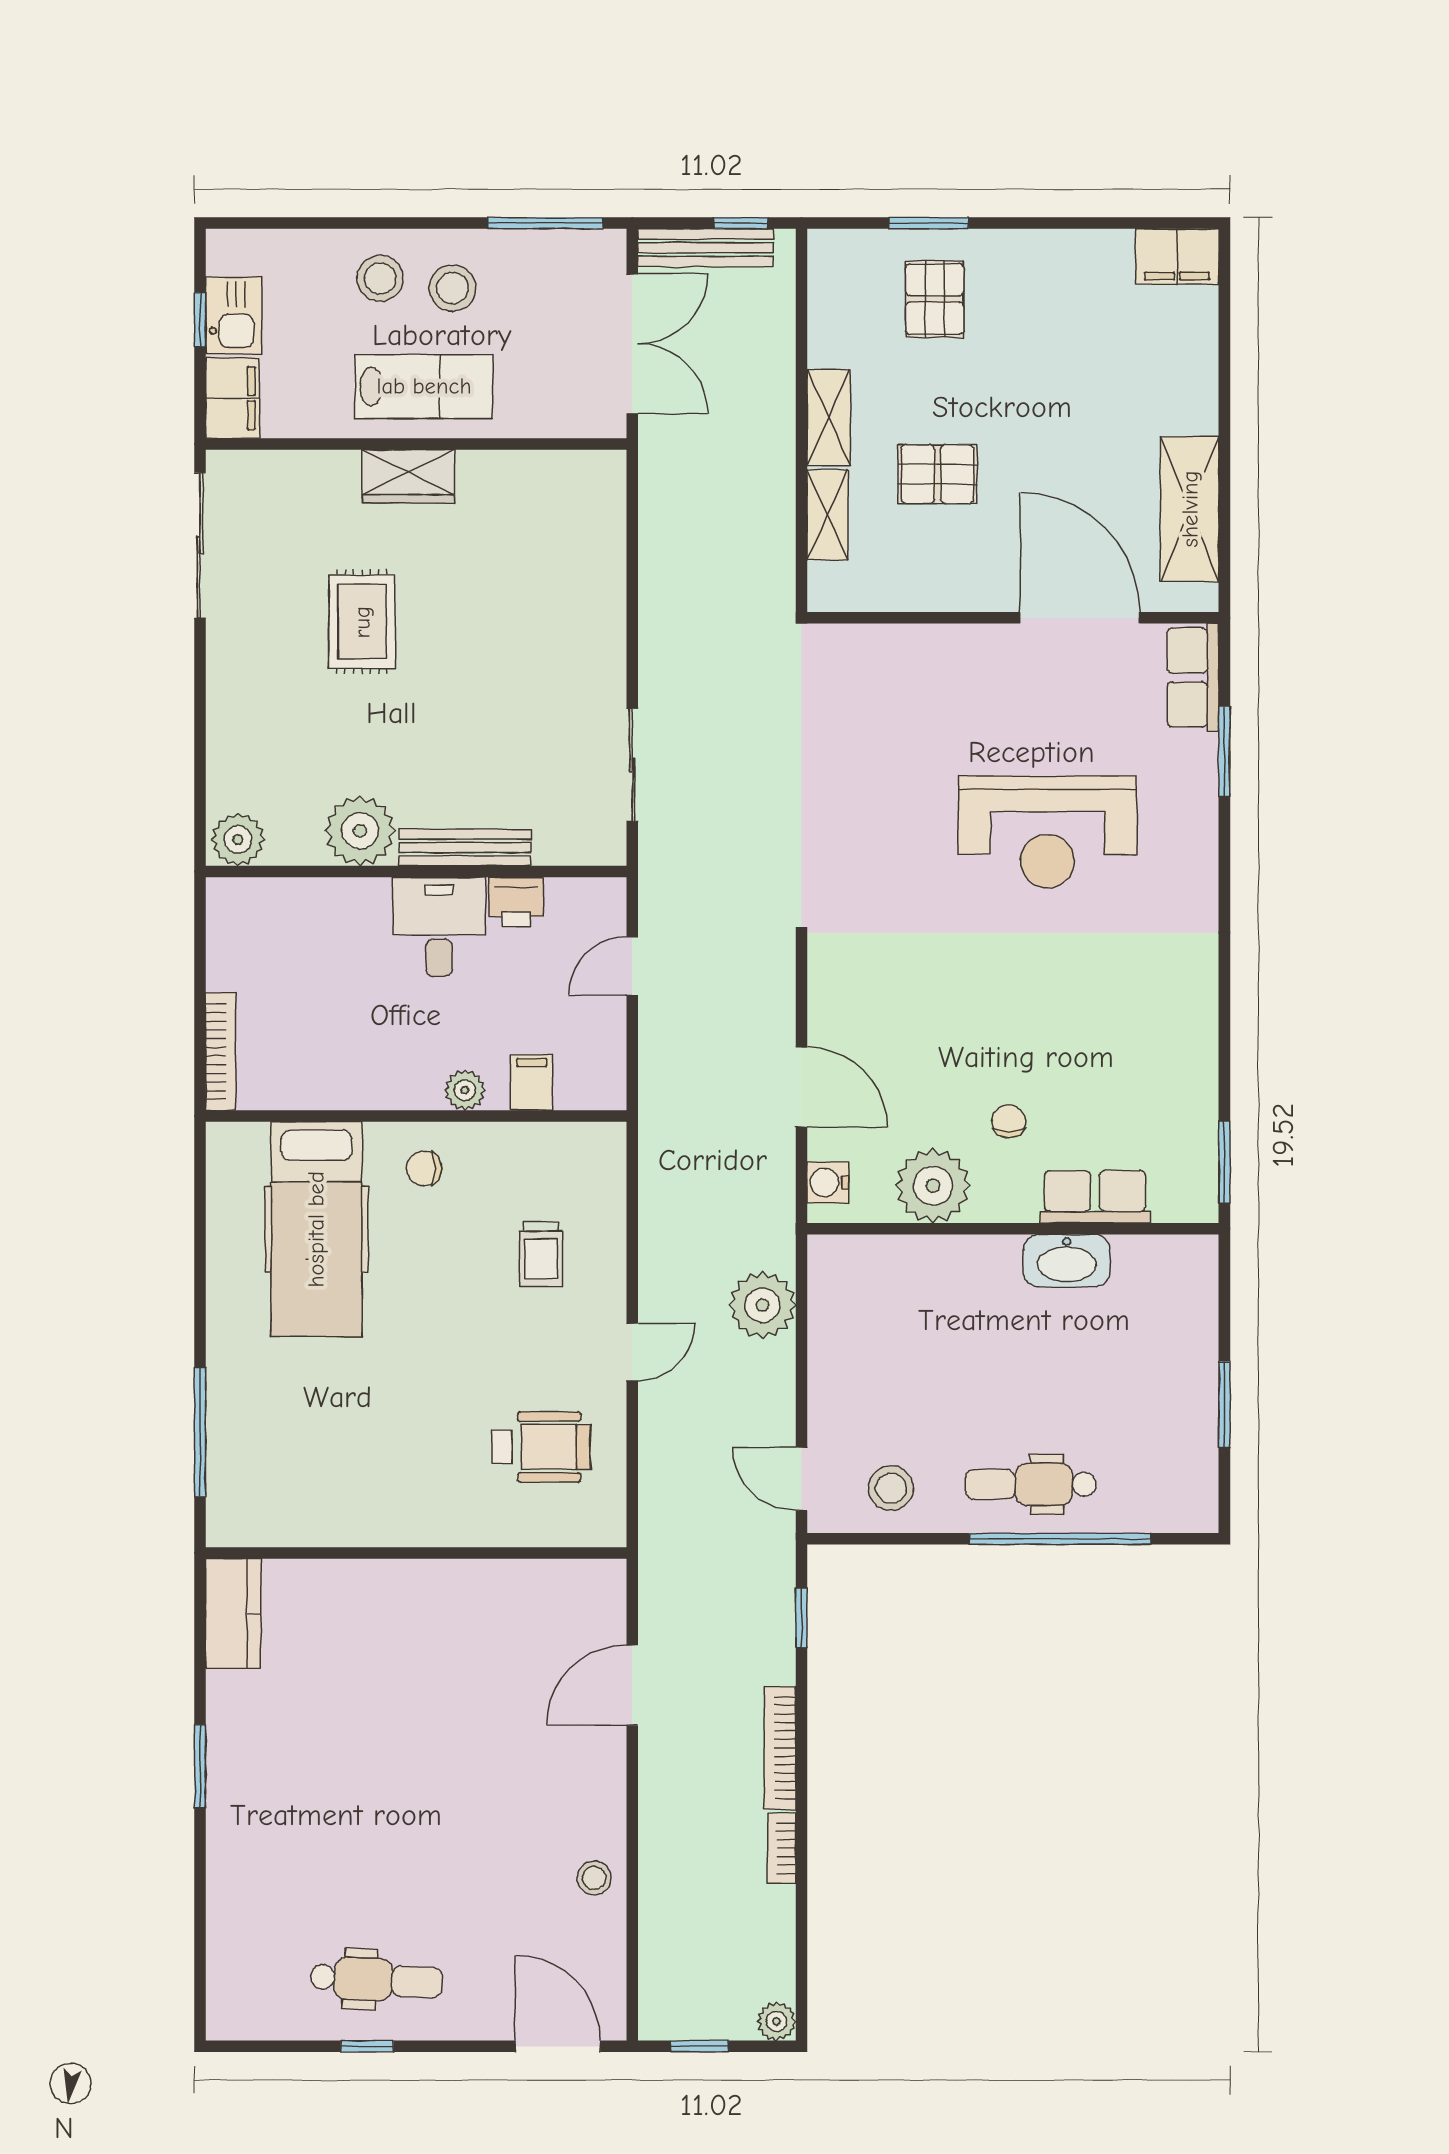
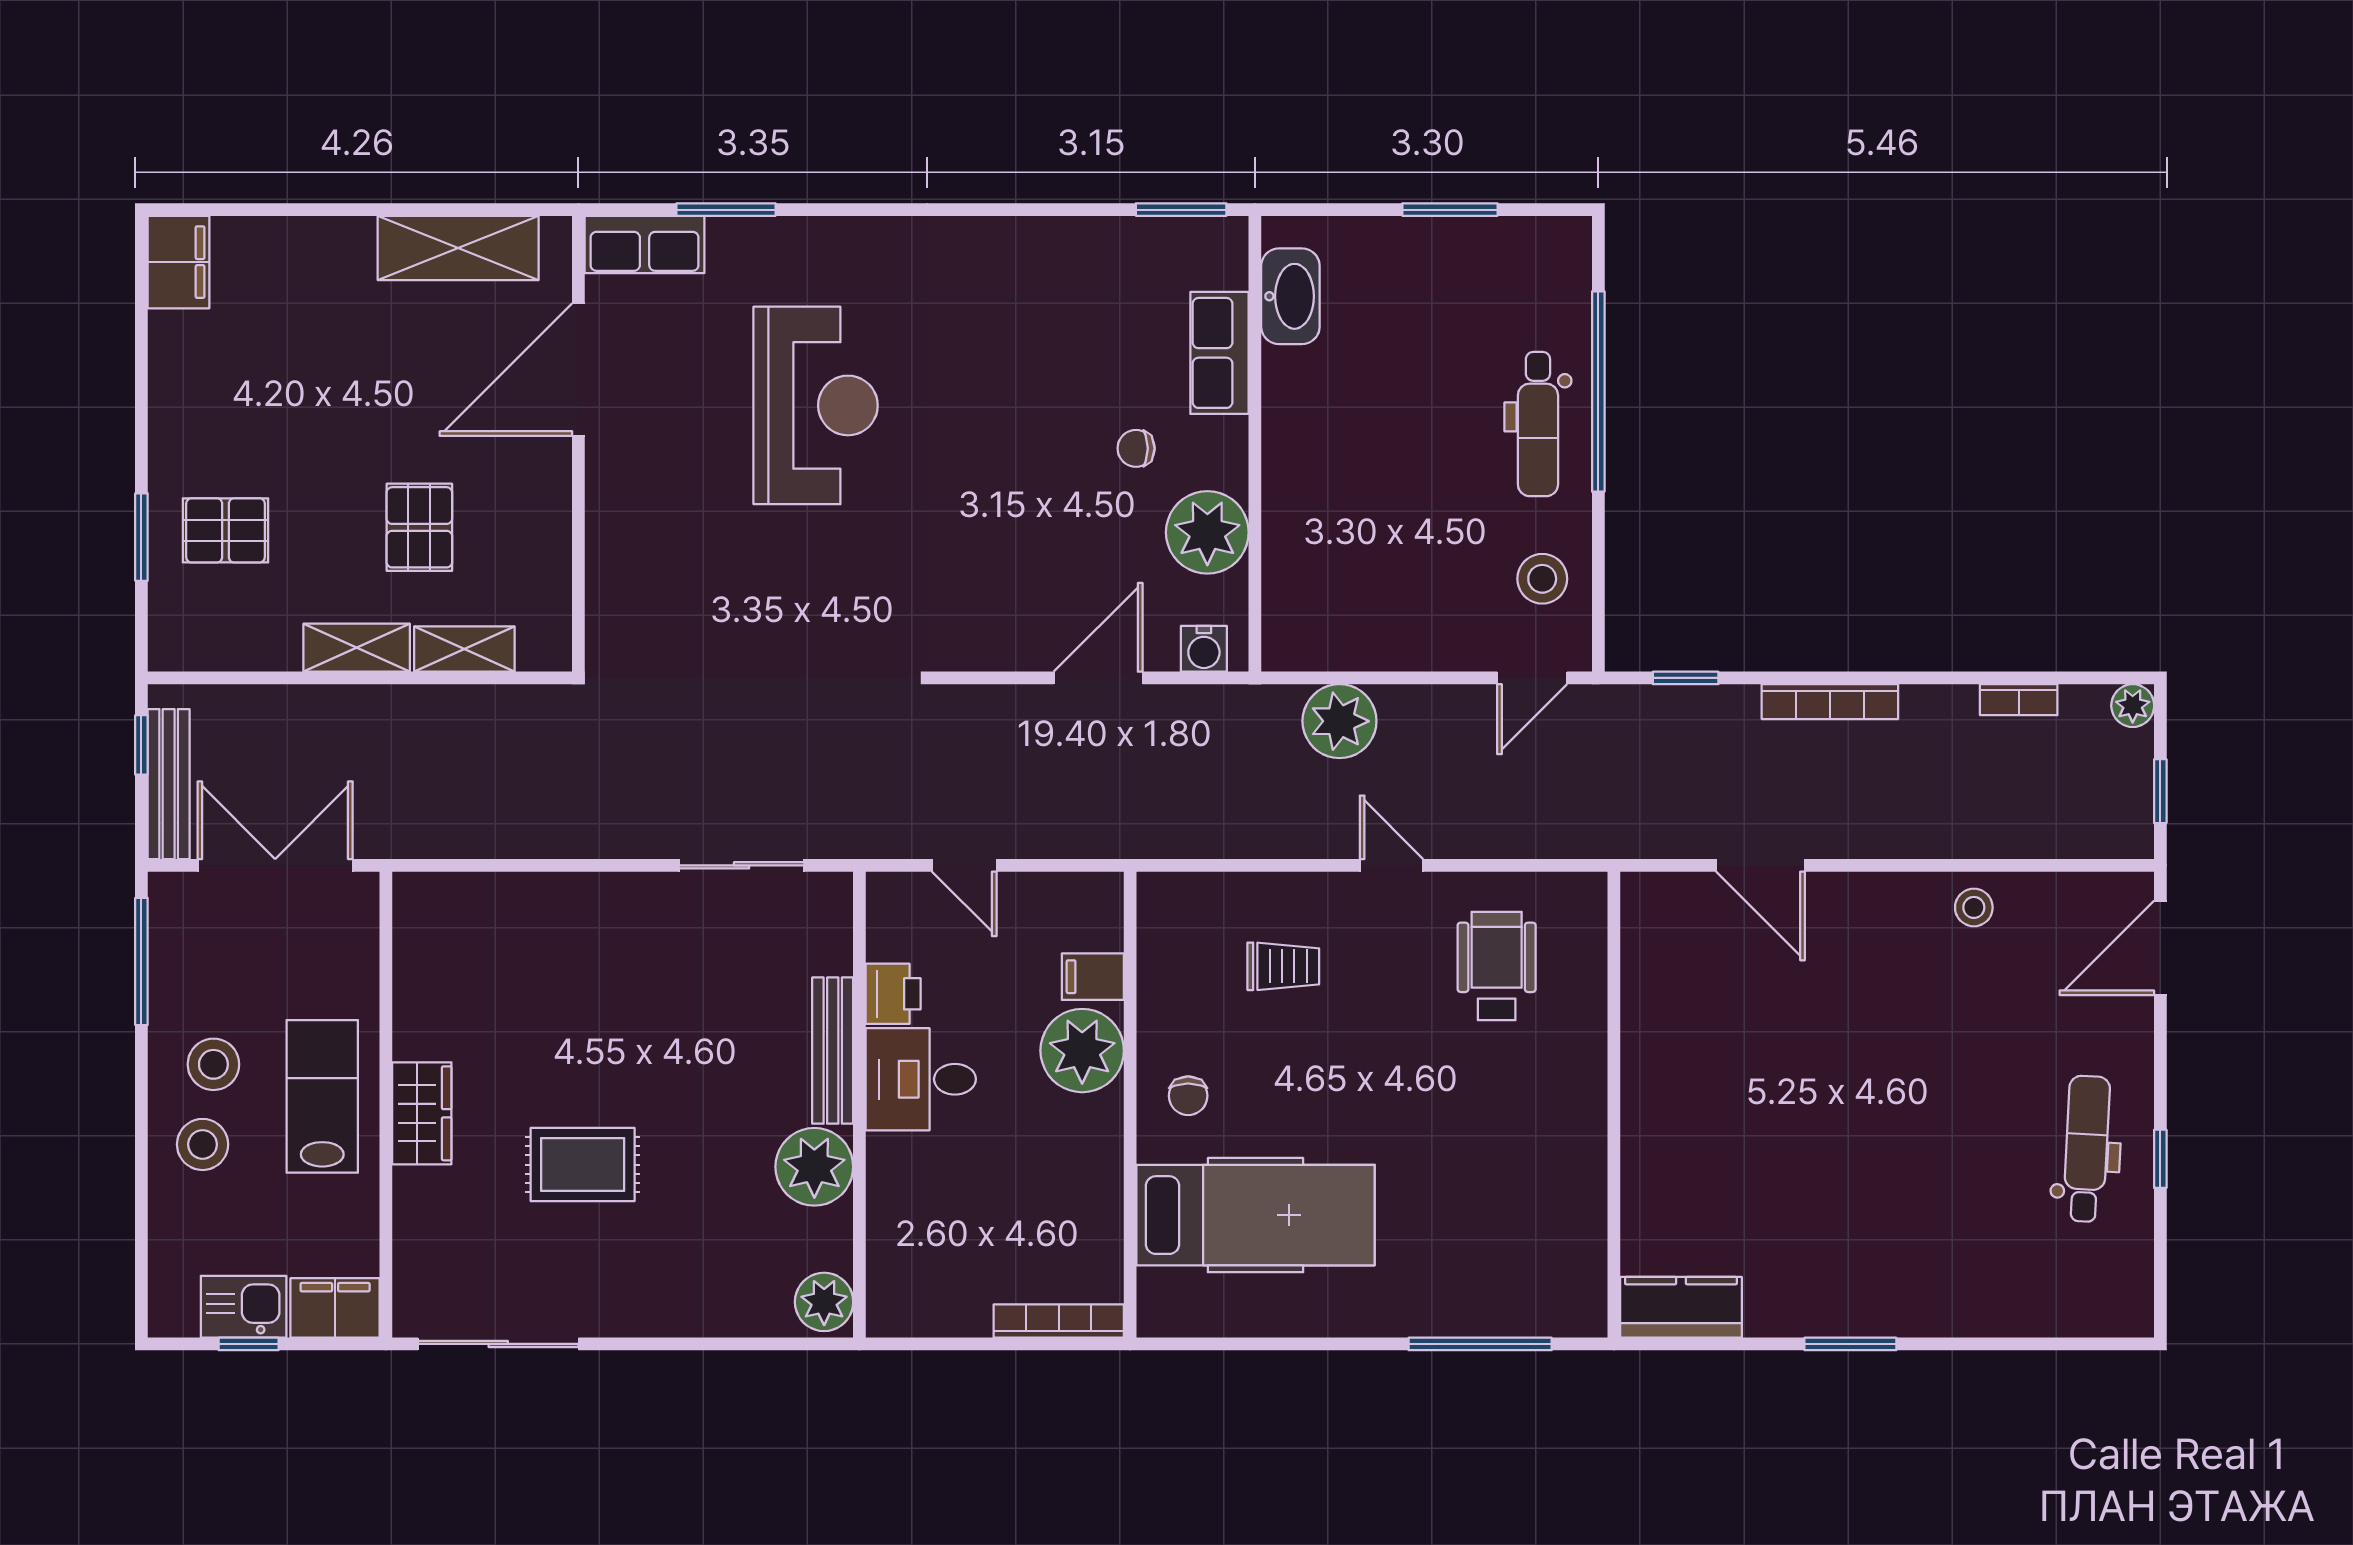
plant: (465, 1090) -> (1082, 1051), width x1.88, depth x1.88
washbasin: (1067, 1261) -> (1290, 296), moved
bookcase: (782, 1848) -> (2019, 700), moved

